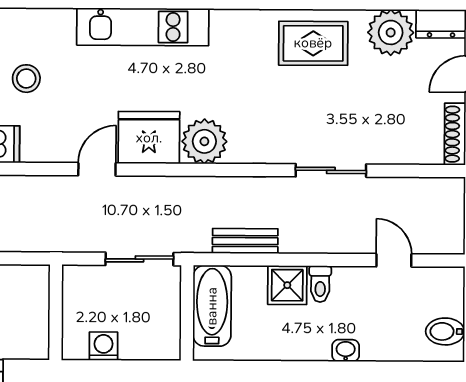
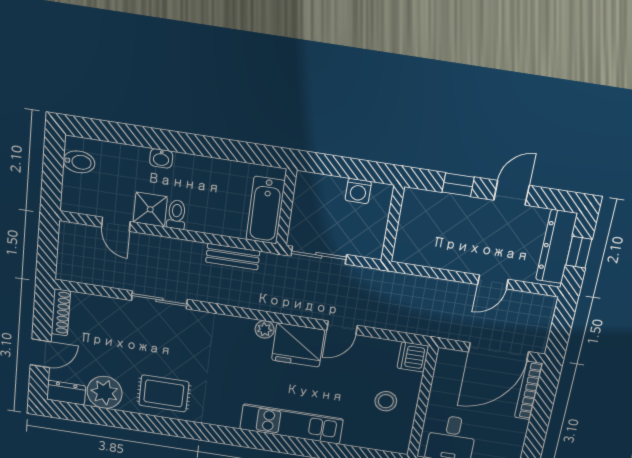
plant: (204, 141) -> (265, 329), width x0.53, depth x0.53
shower: (287, 285) -> (150, 209), moved

